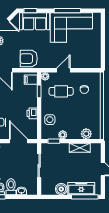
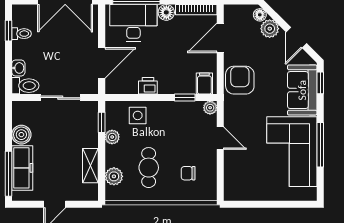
cafe table: (61, 91) -> (149, 168), moved
toilet: (11, 187) -> (25, 86), moved

